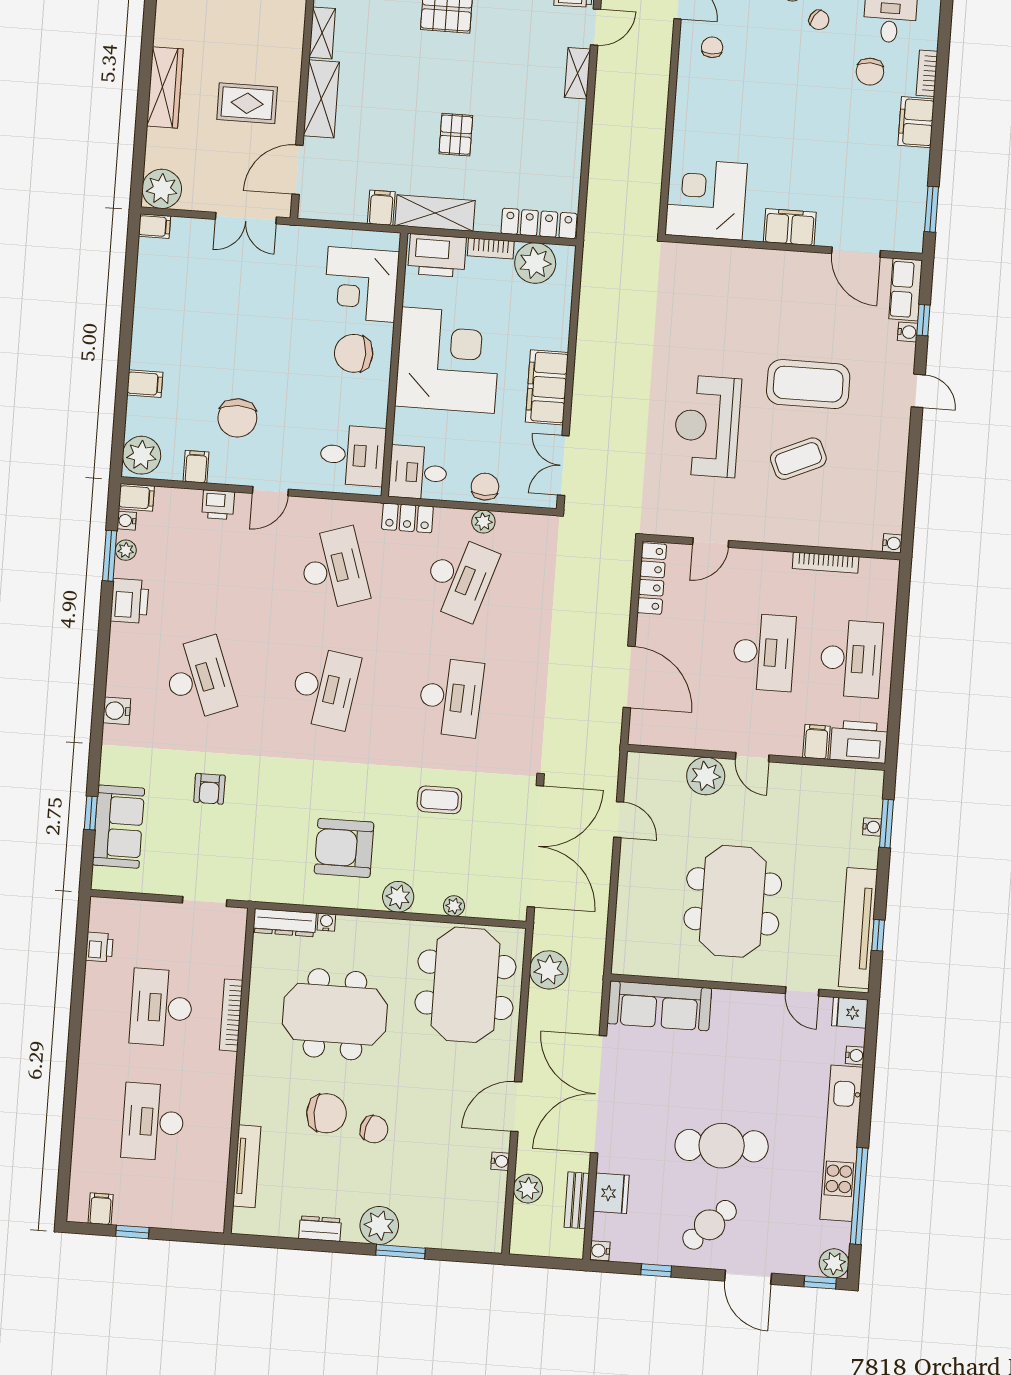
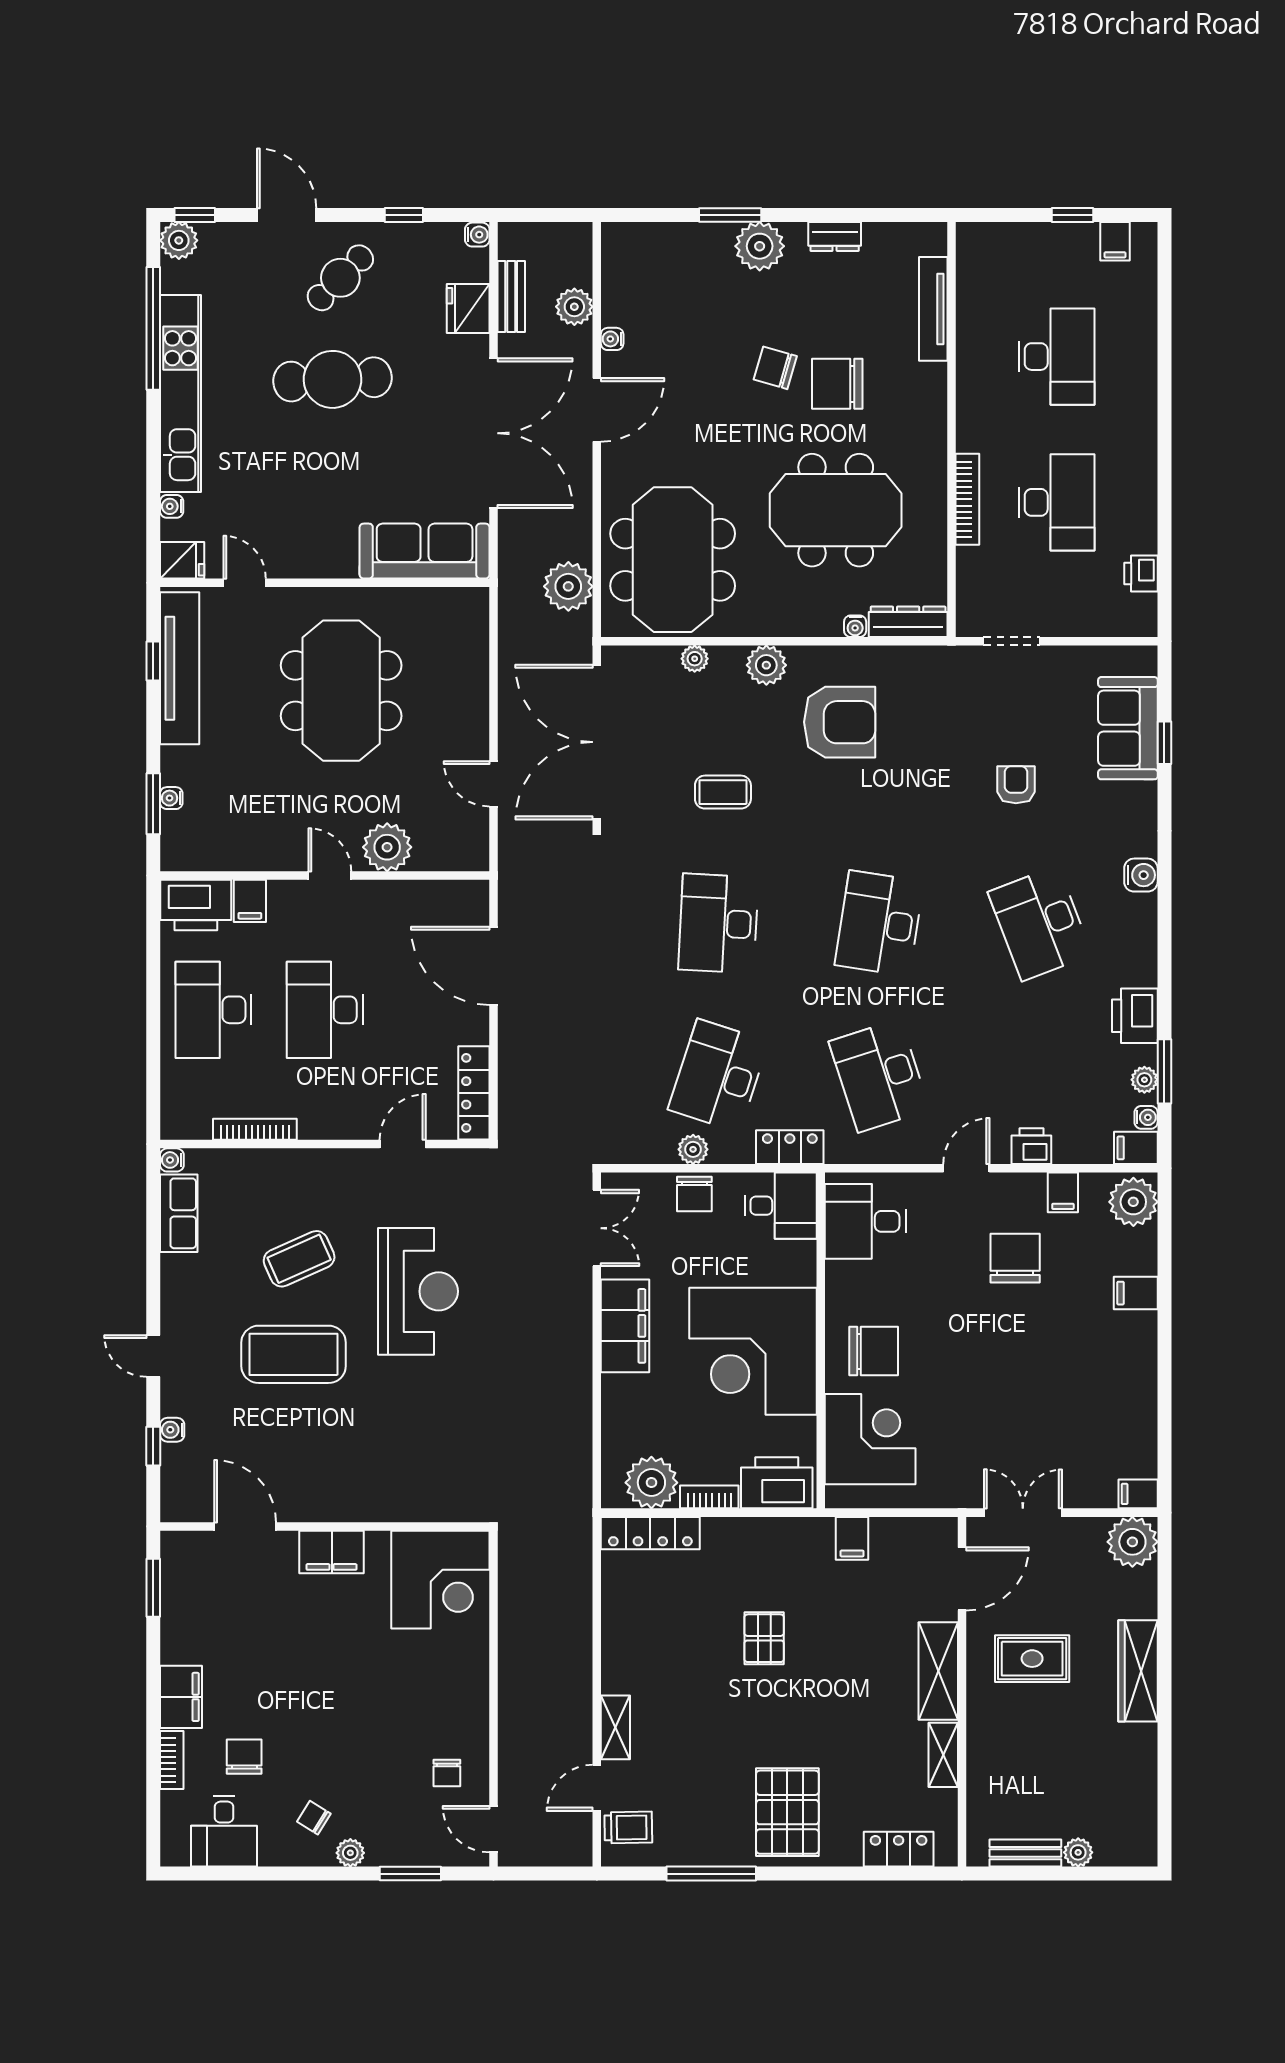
shelving: (435, 213) -> (783, 1537), removed
row of seats: (906, 290) -> (179, 1213), moved

